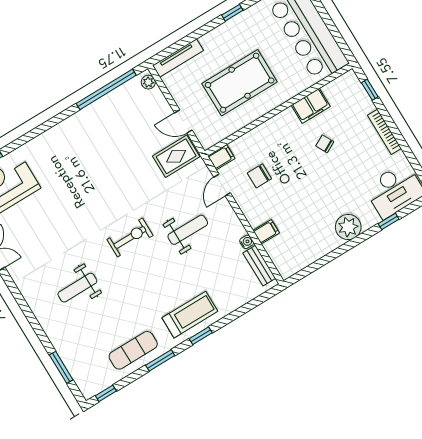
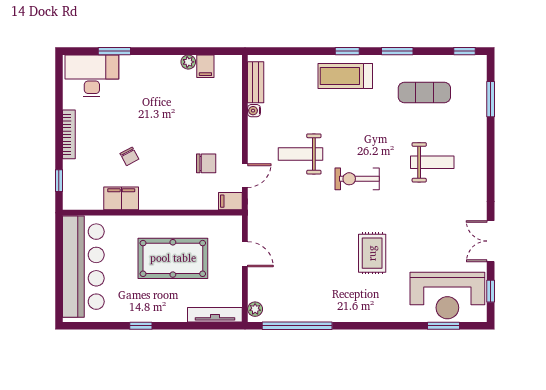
rug: (176, 156) -> (372, 253), moved, turned 90
window: (389, 221) -> (114, 51), width x1.50
plant: (348, 227) -> (188, 62), moved, width x0.53, depth x0.53
filing cabinet: (266, 232) -> (205, 66), moved, turned -90
exercise mat: (133, 350) -> (424, 92), moved

